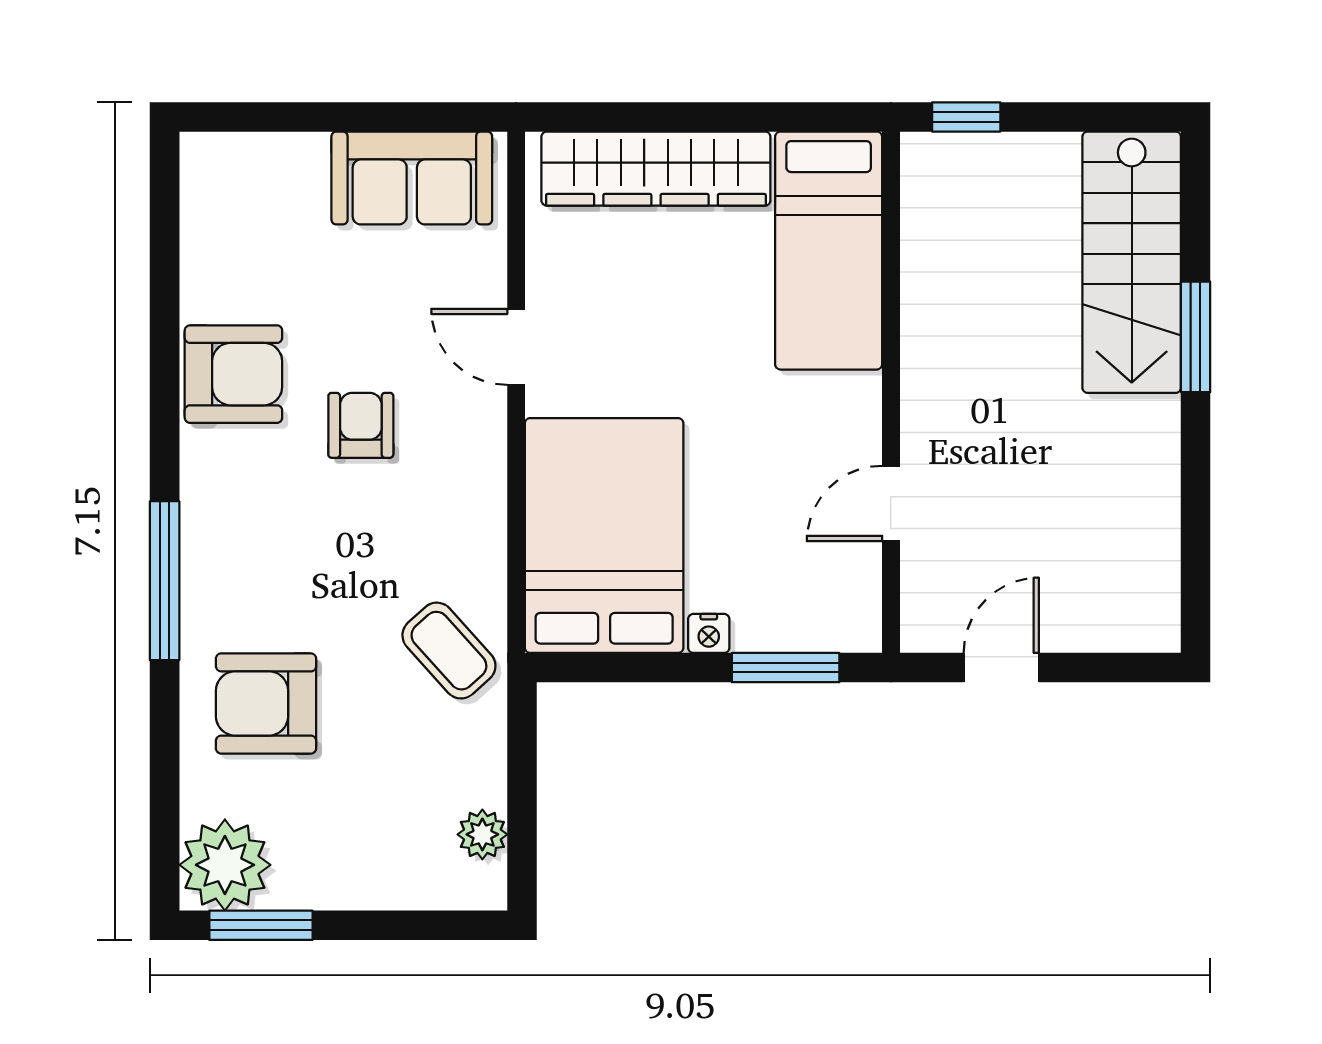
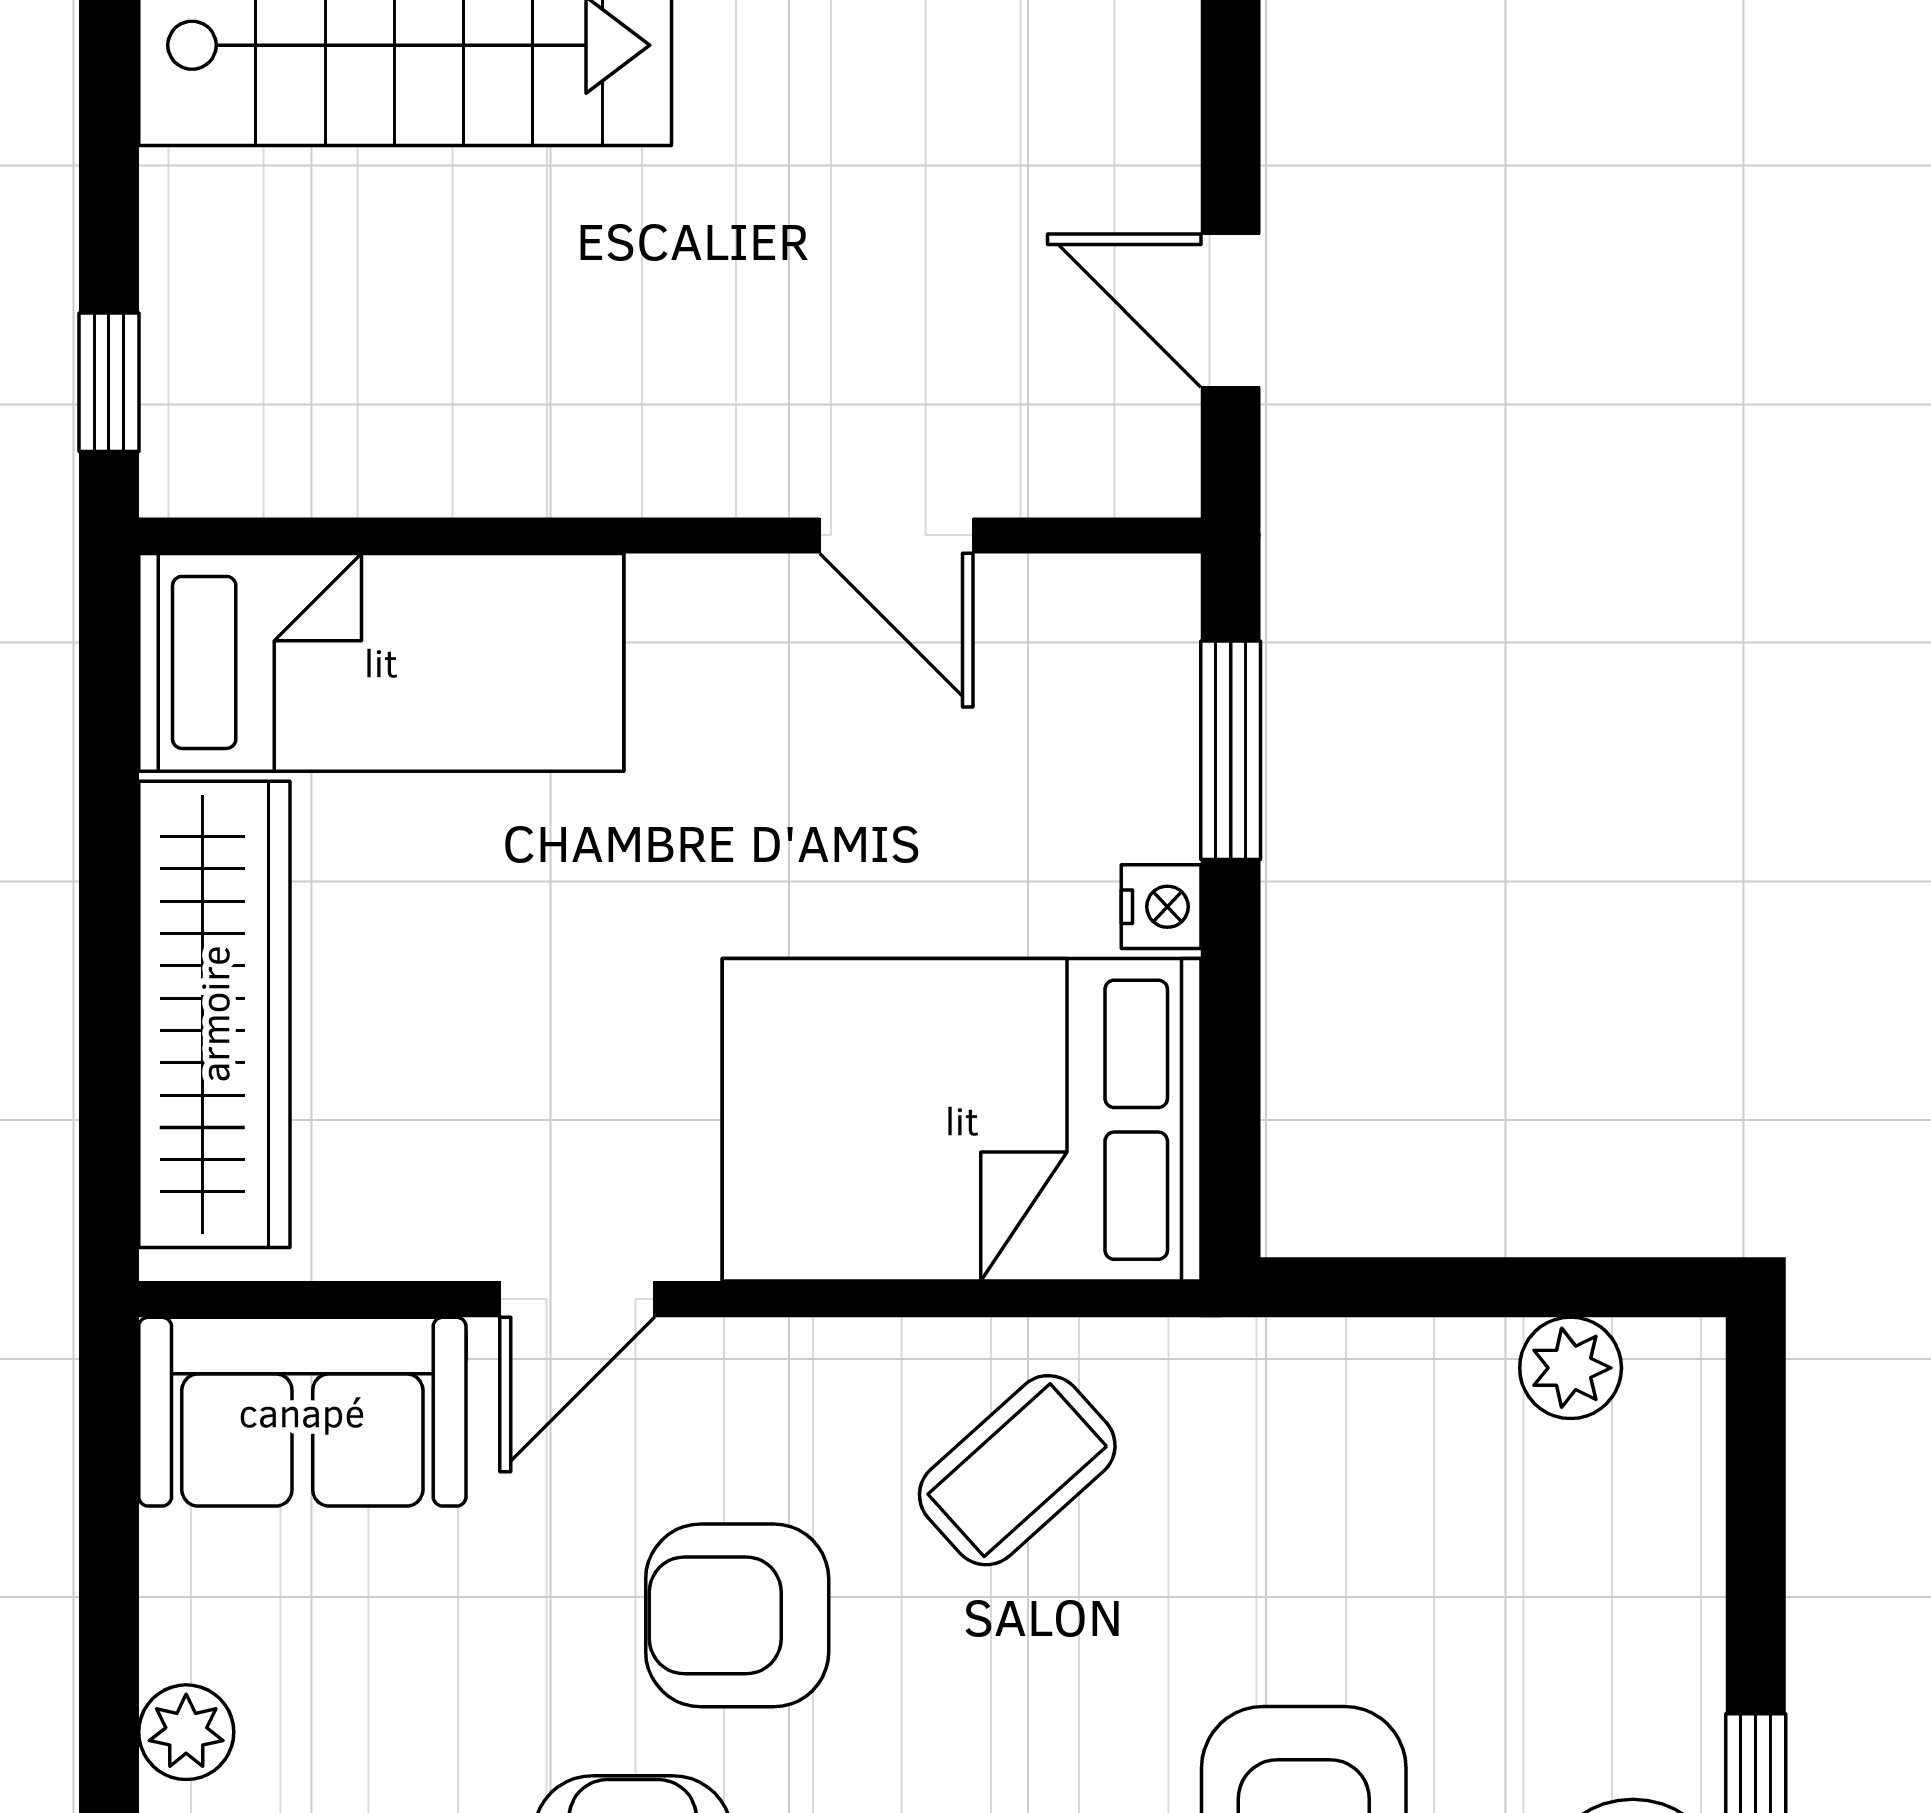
plant: (304, 155) -> (186, 1732), added
sofa: (412, 178) -> (302, 1412), moved, turned 90
armchair: (361, 425) -> (737, 1615), width x1.38, depth x1.38
coffee table: (449, 651) -> (1017, 1470), moved

